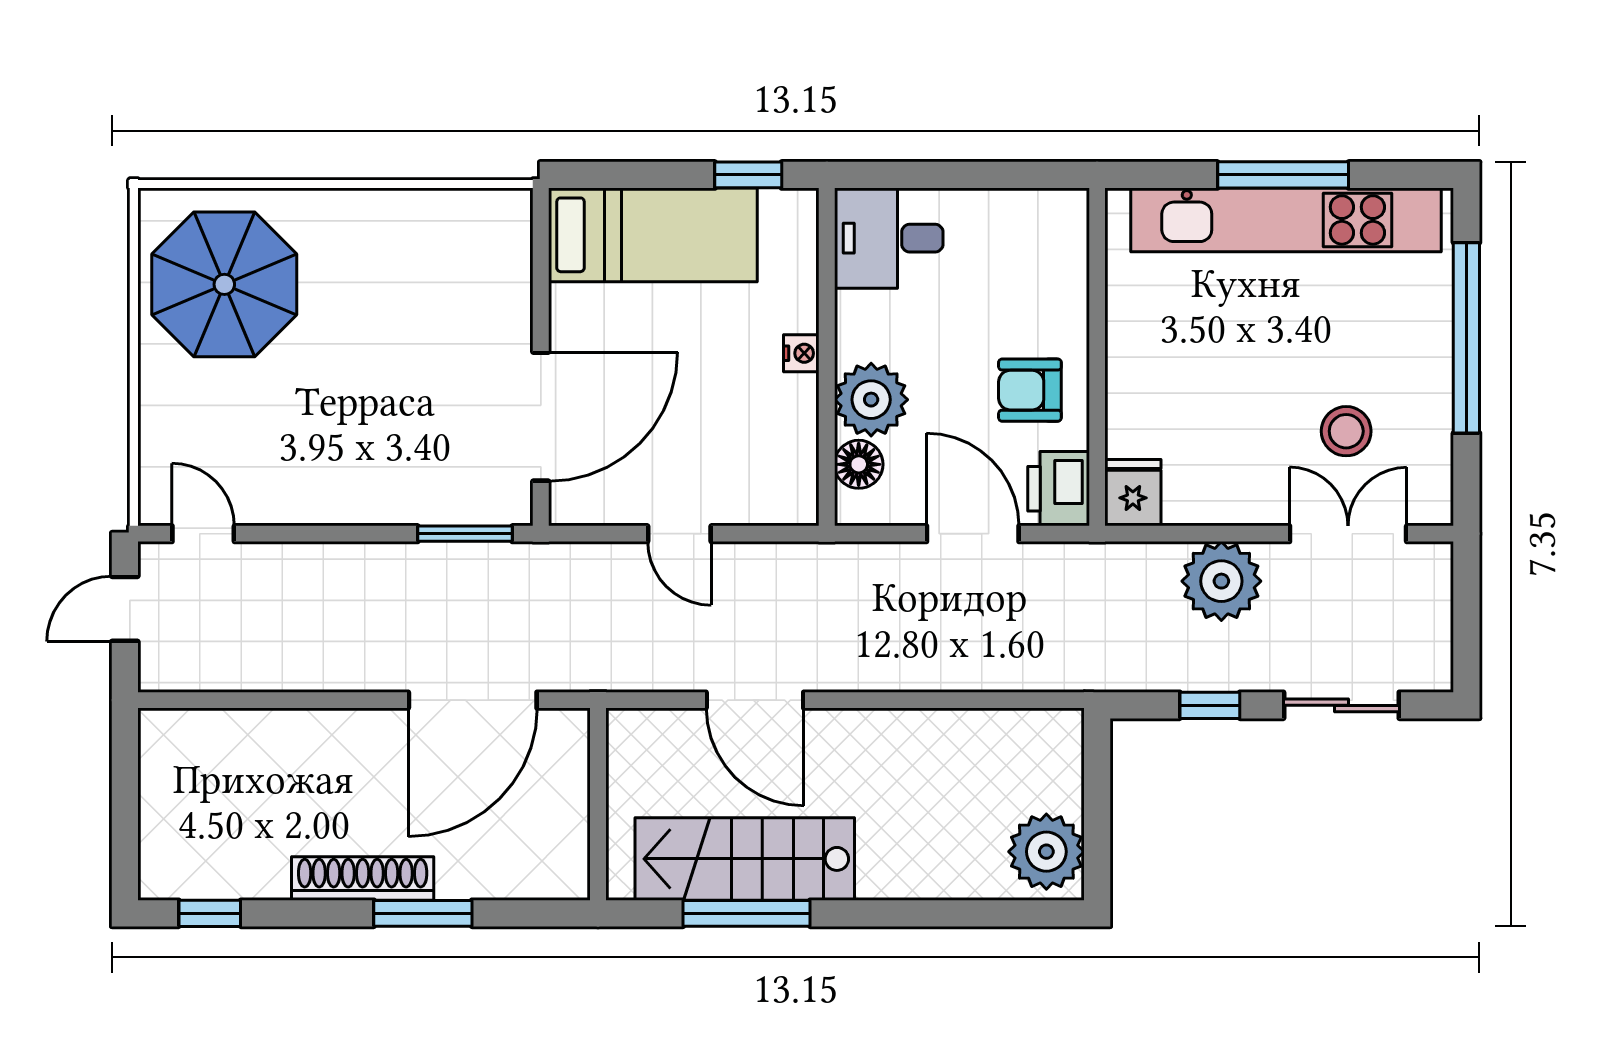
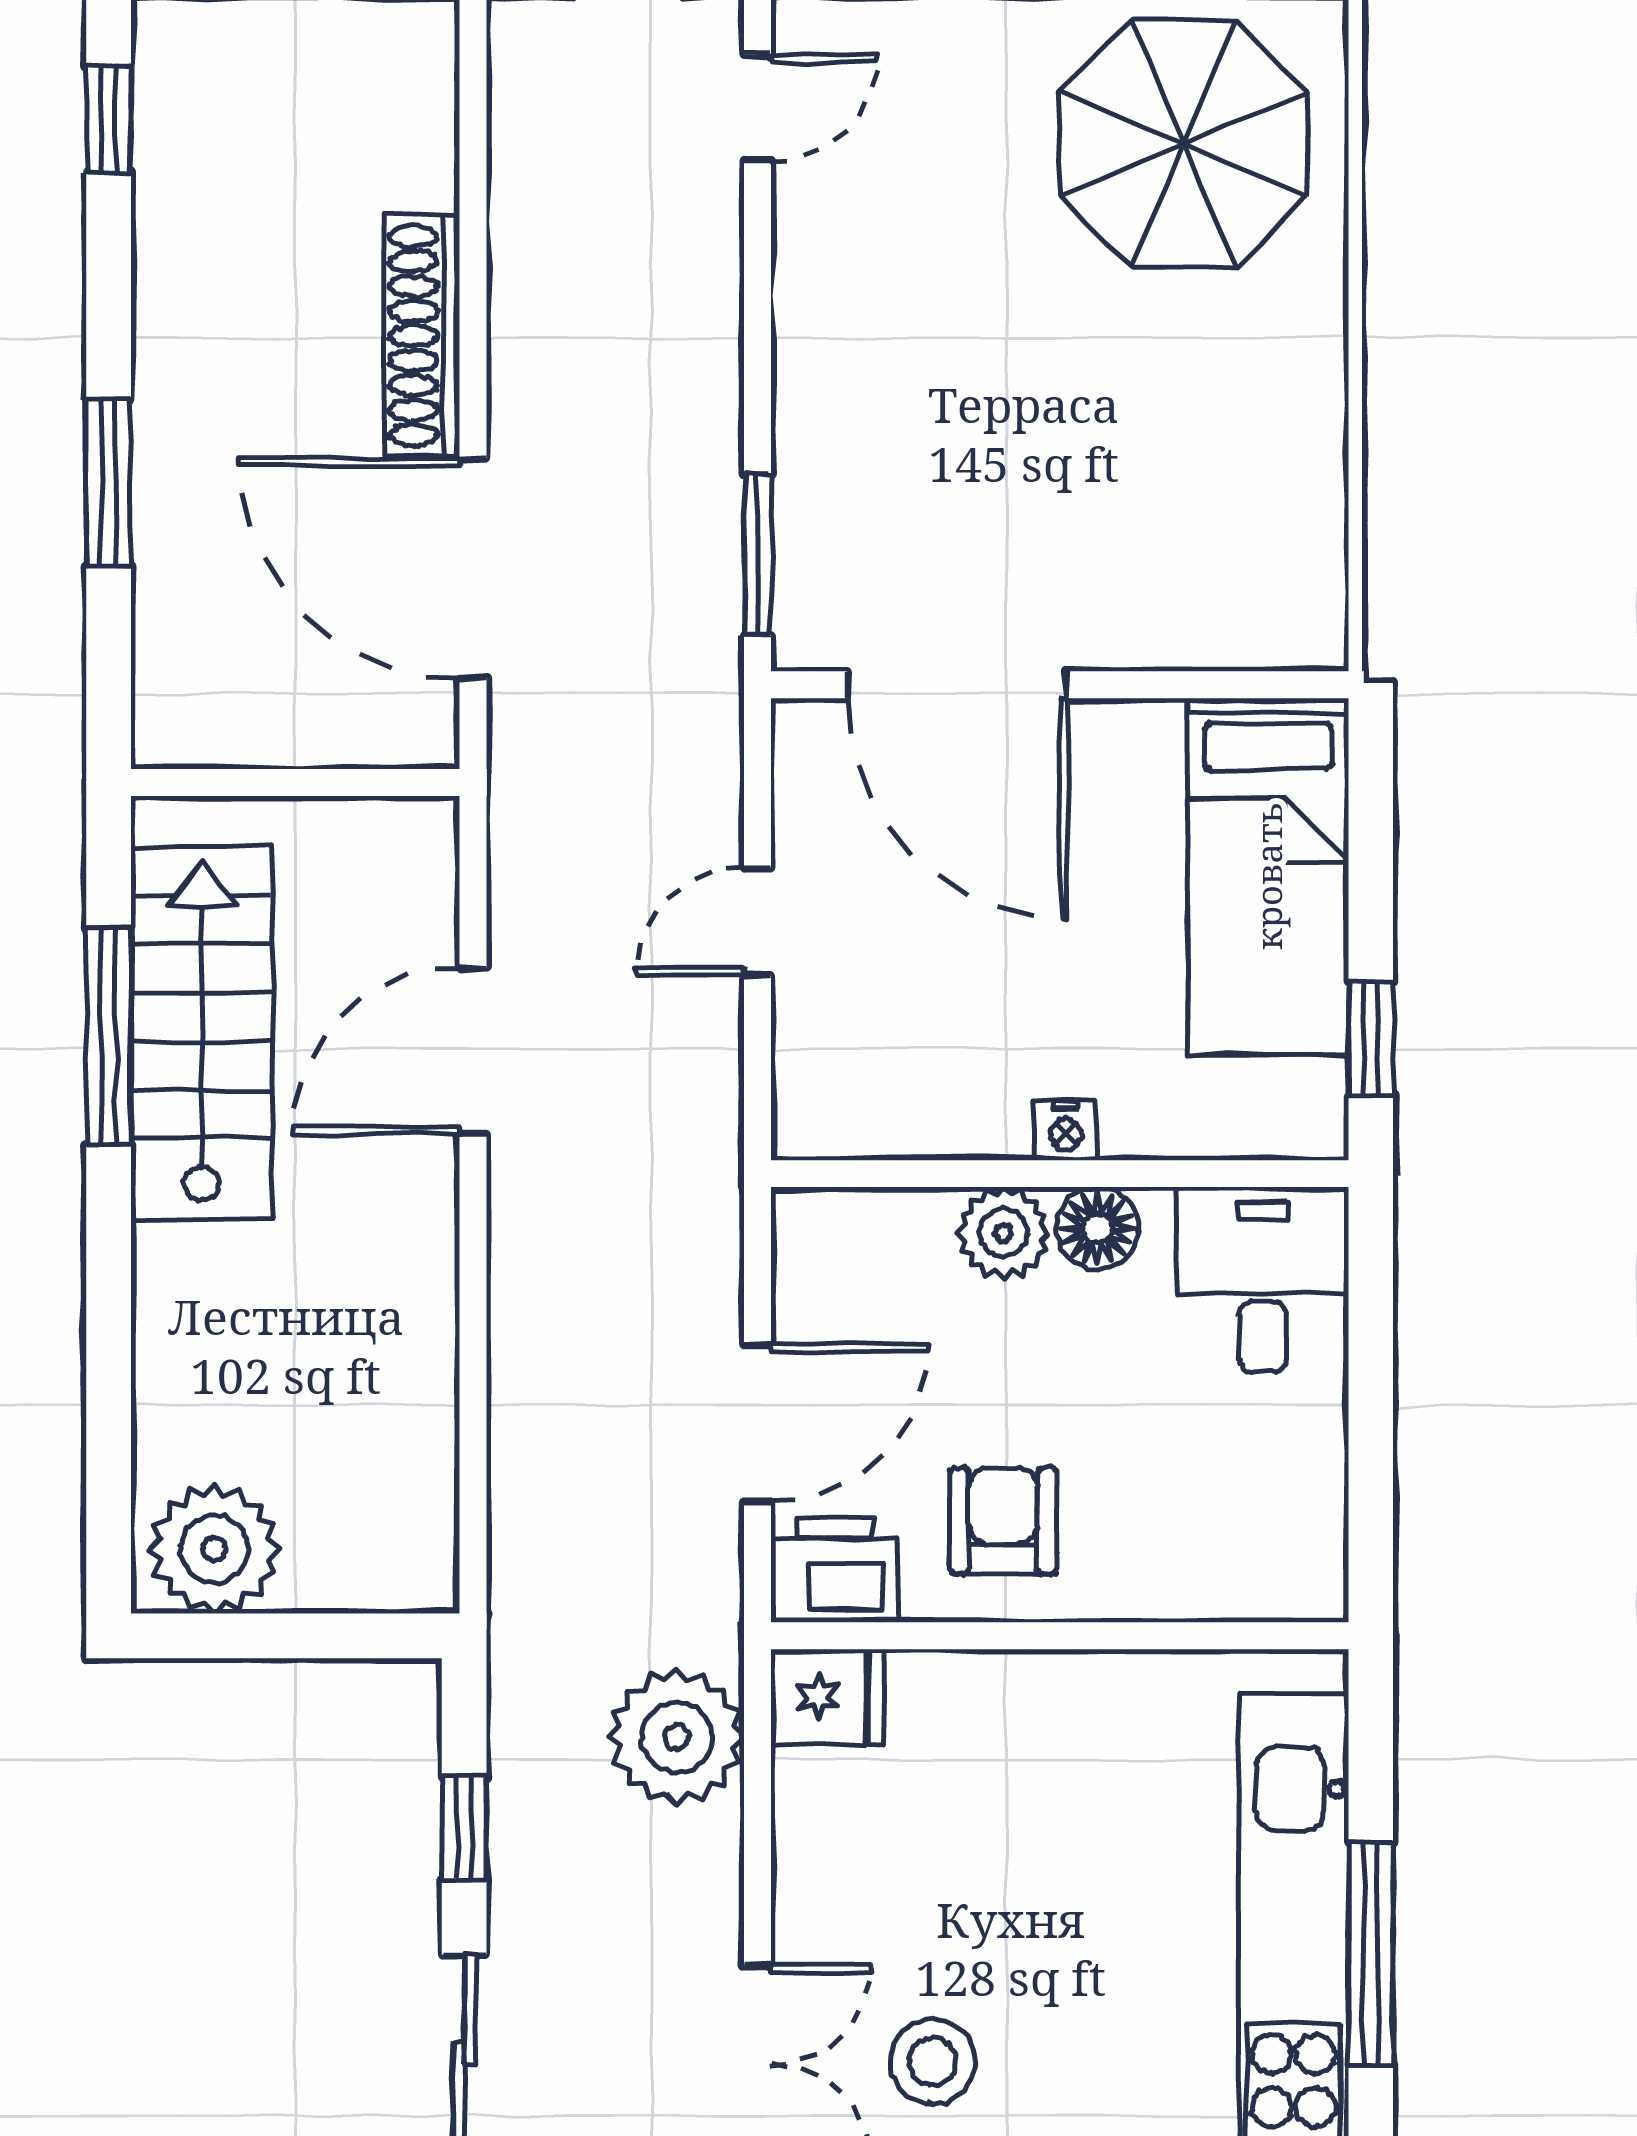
plant: (871, 400) -> (1003, 1233), width x0.73, depth x0.73
floor lamp: (859, 464) -> (1098, 1228), moved
plant: (1221, 581) -> (676, 1737), moved
shoe rack: (363, 878) -> (422, 336), moved, turned 180

